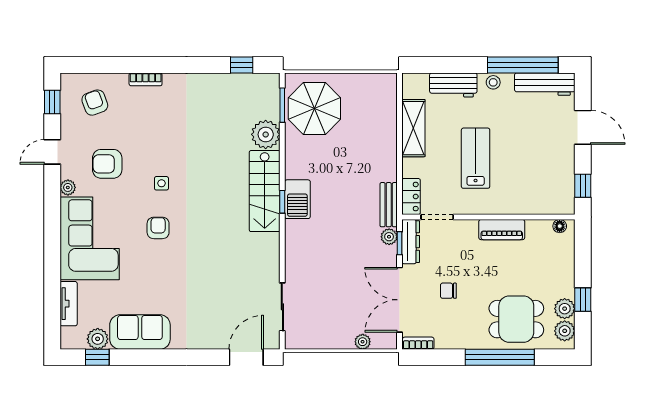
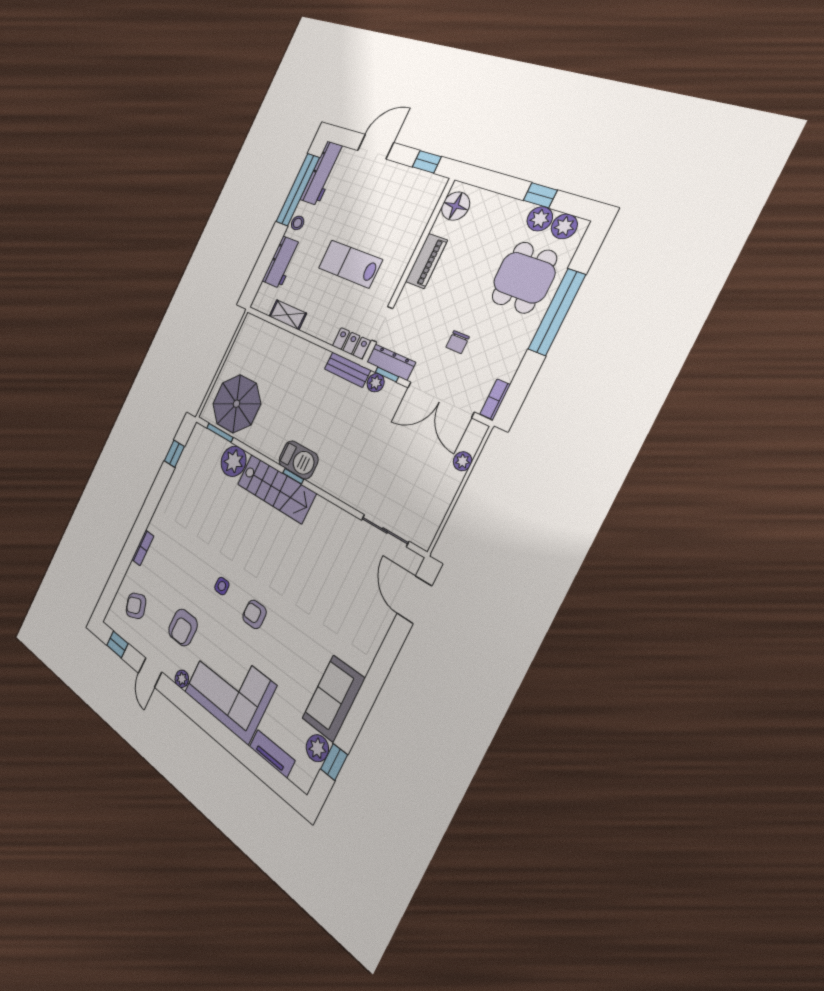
shelving: (413, 128) -> (288, 315), width x0.67, depth x0.75
floor lamp: (560, 226) -> (456, 206), width x1.89, depth x1.89

